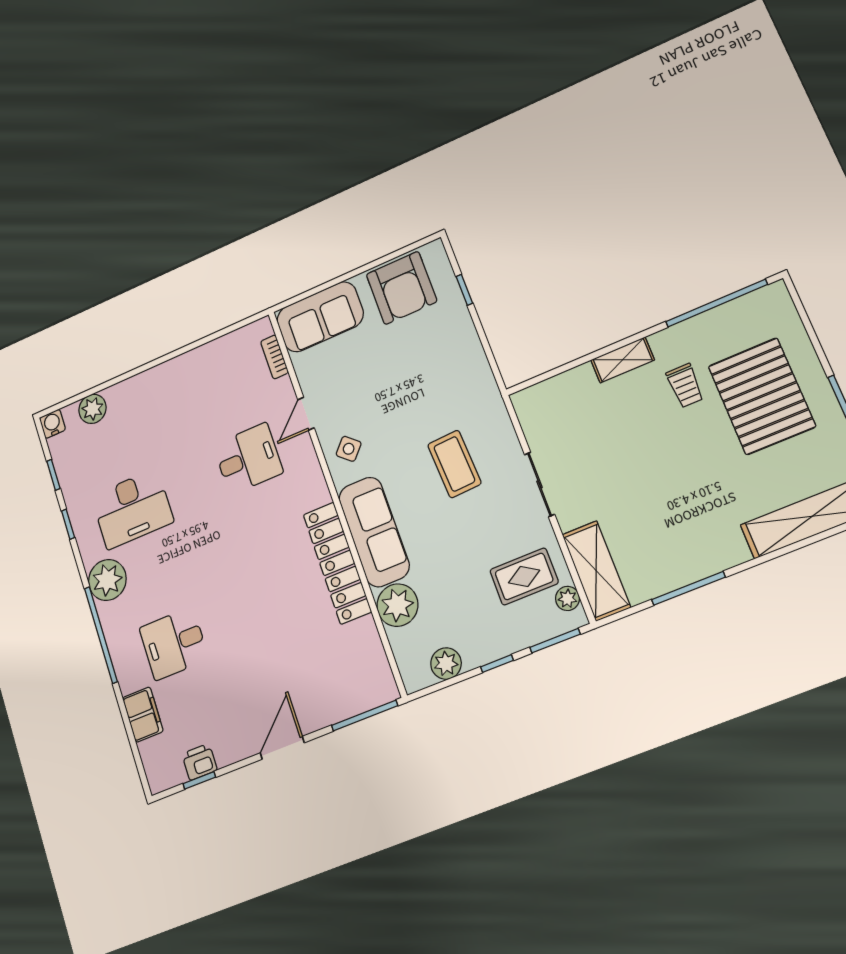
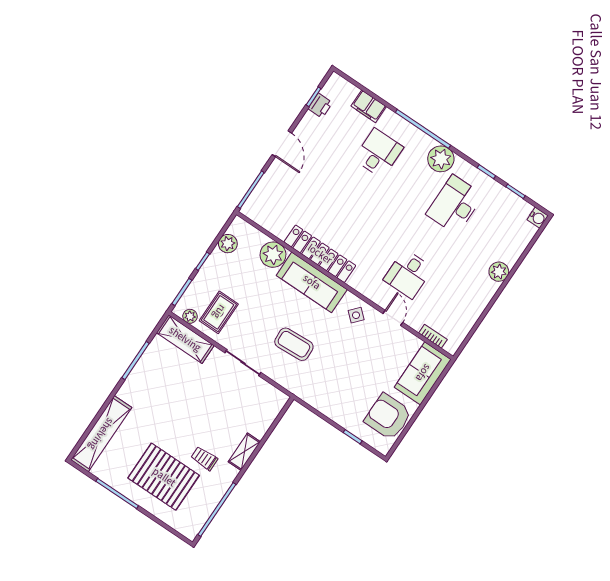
plant: (92, 409) -> (499, 272), moved

